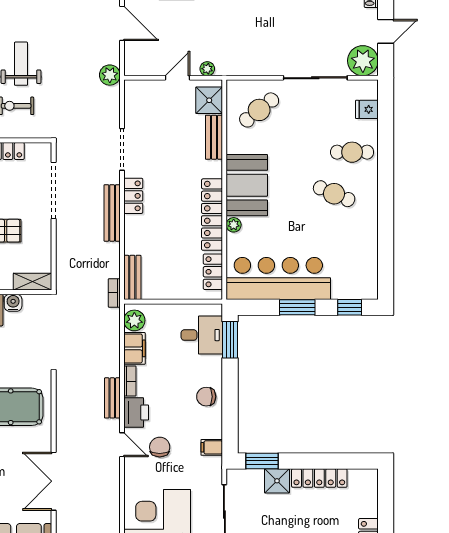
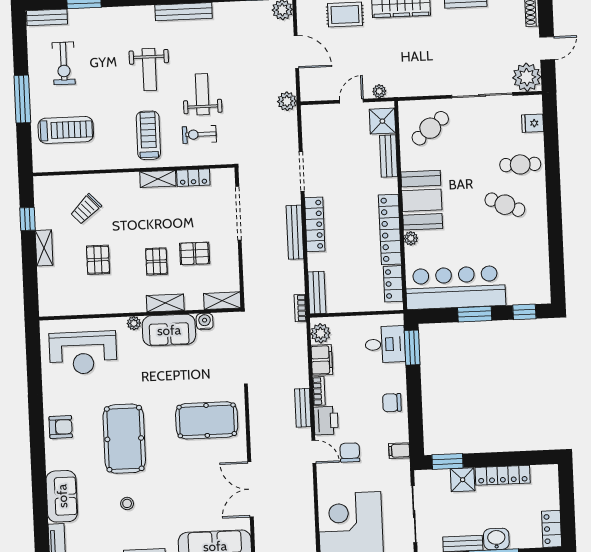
locker: (133, 196) -> (315, 224), width x1.53

